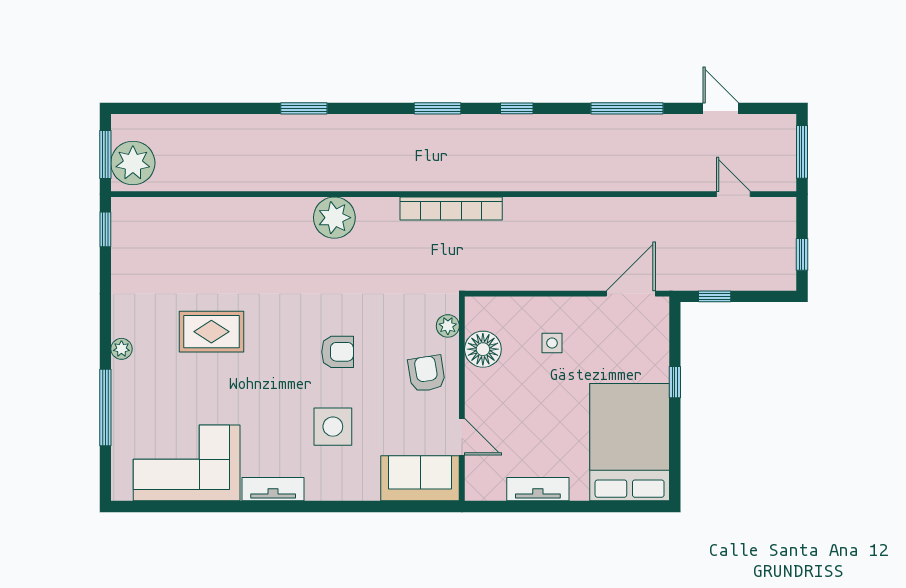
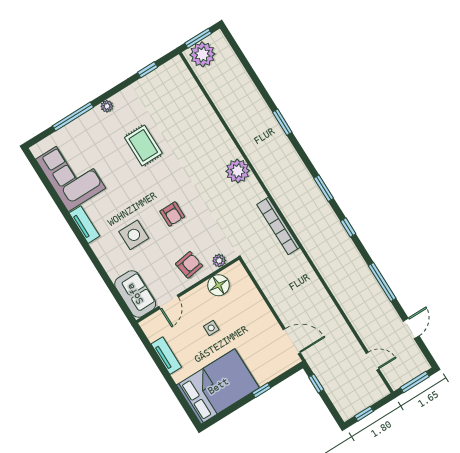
door: (733, 194) -> (373, 361), hinge flipped
window: (105, 229) -> (148, 70), moved
side table: (552, 343) -> (211, 328), moved

